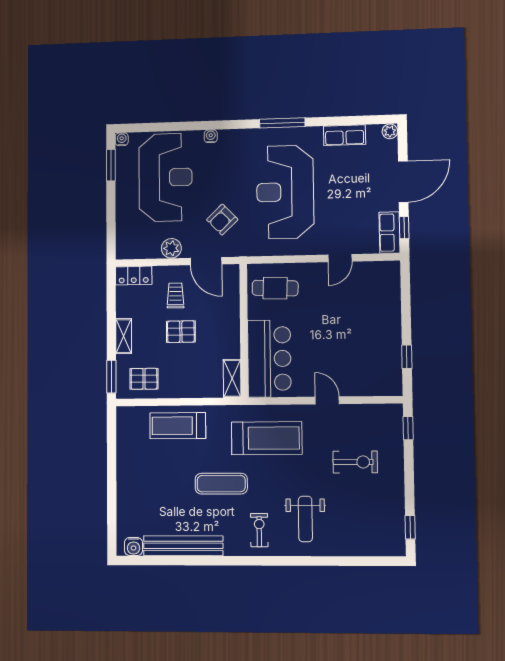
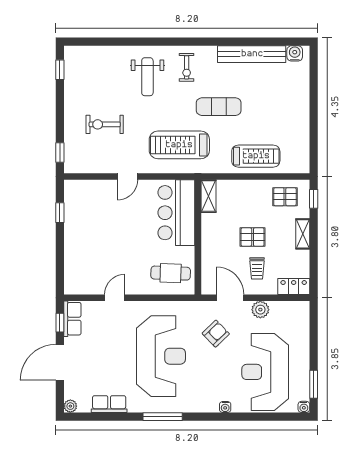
window: (111, 377) -> (314, 199), width x0.67
door: (327, 400) -> (127, 176), hinge flipped
weight bench: (305, 519) -> (147, 77), turned 180

